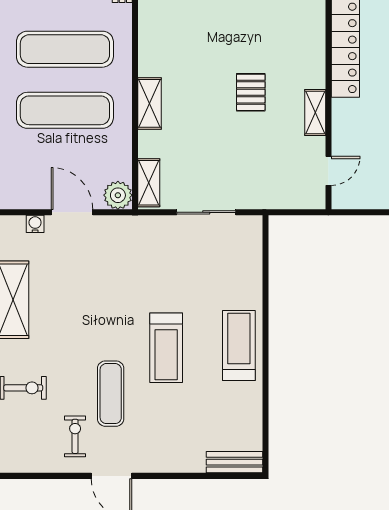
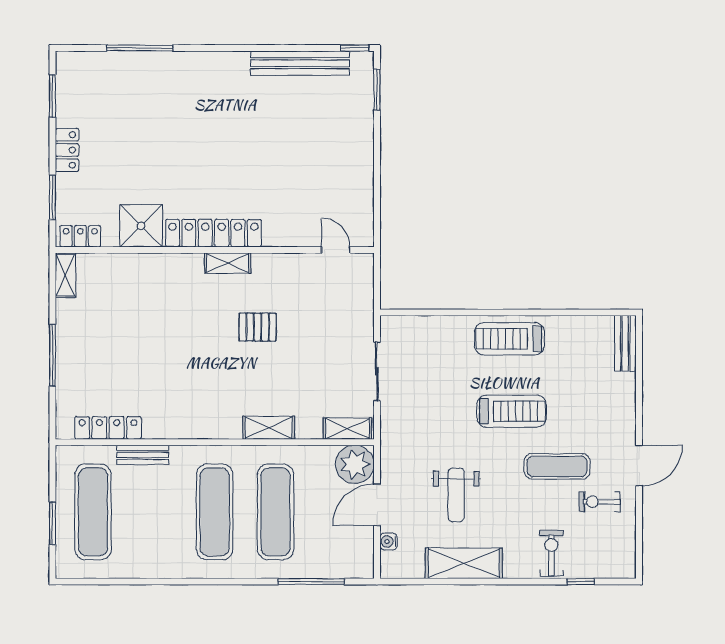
shelving: (315, 112) -> (228, 263), moved
plant: (118, 195) -> (355, 464), width x1.36, depth x1.36
weight bench: (82, 292) -> (456, 495), added

